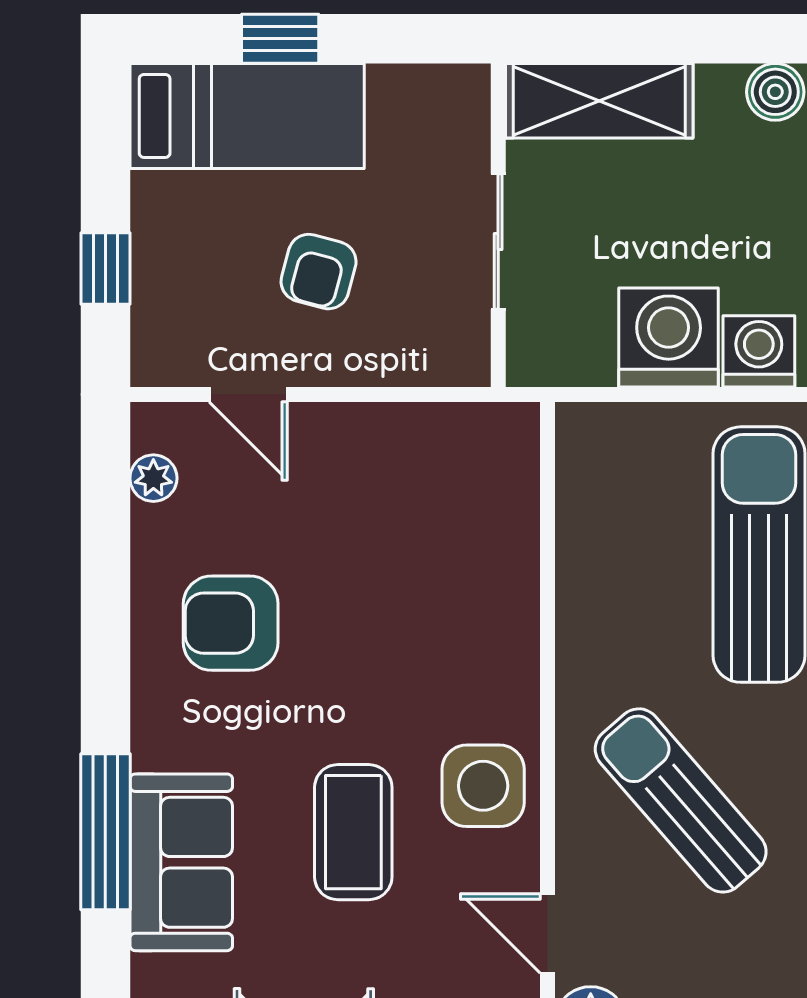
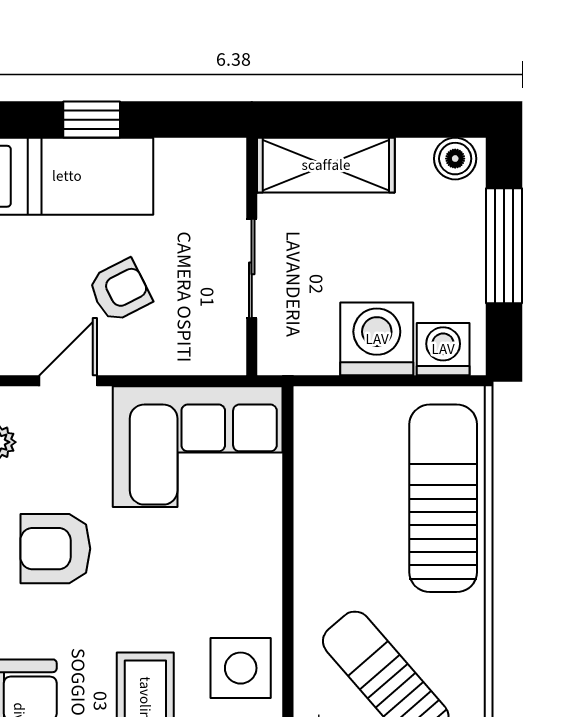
armchair: (319, 272) -> (120, 291), turned -132
door: (248, 394) -> (68, 381), swing flipped
corner sofa: (425, 484) -> (198, 447), added

